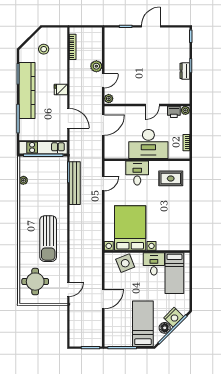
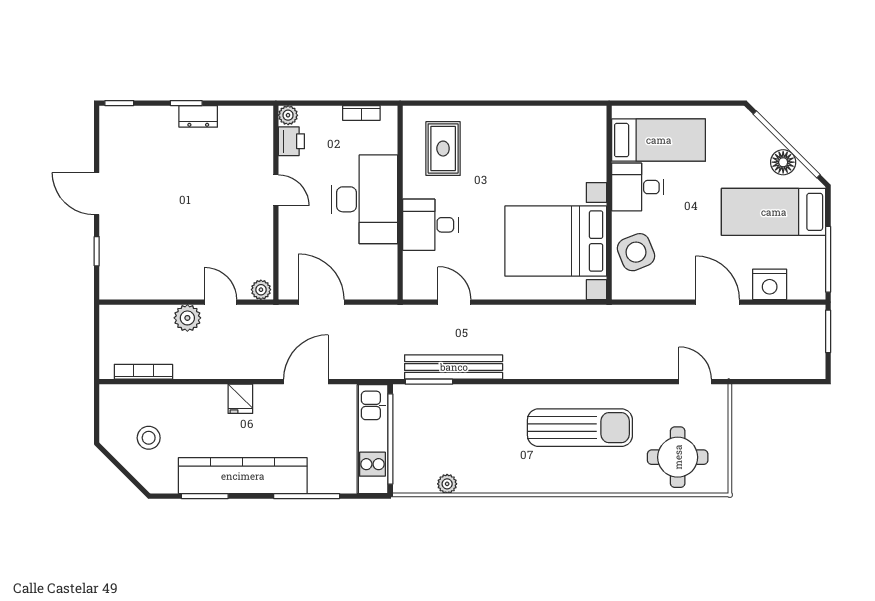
nightstand: (174, 317) -> (770, 284), moved, turned 135

